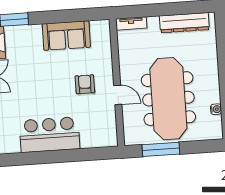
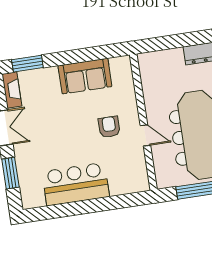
tv unit: (131, 23) -> (154, 57), removed

